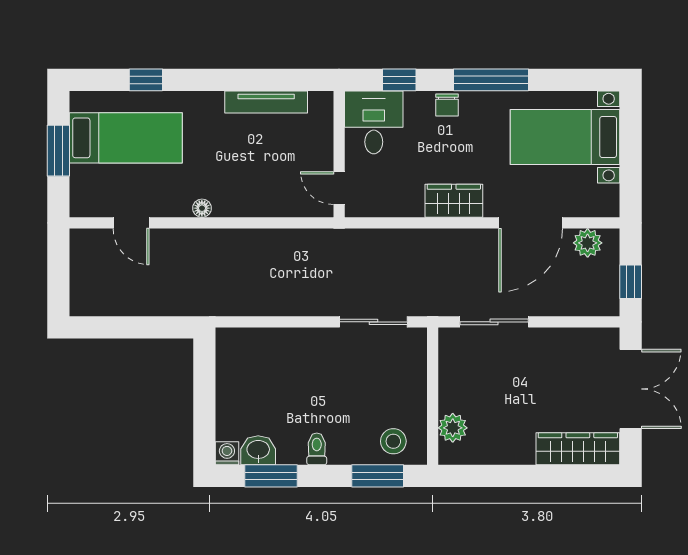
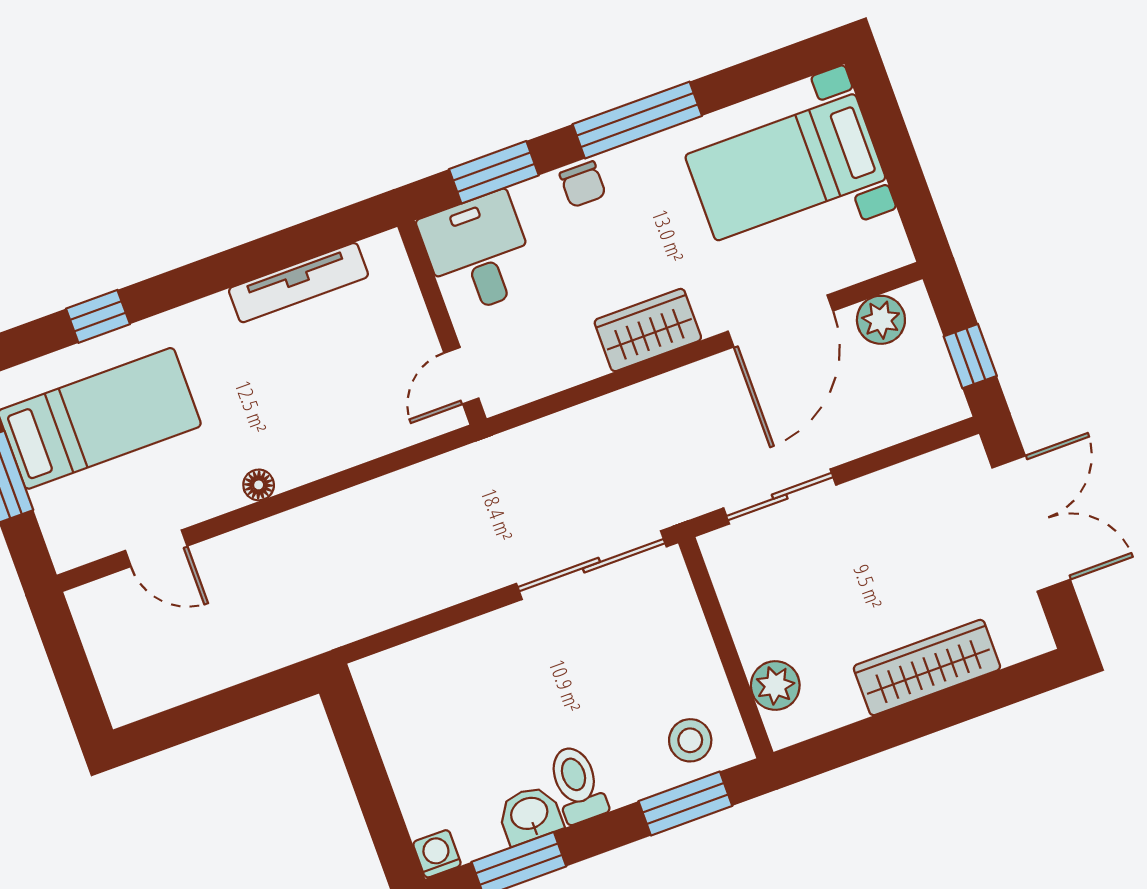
window: (399, 80) -> (494, 172), width x1.50
door: (339, 188) -> (461, 376), hinge flipped
sliding door: (374, 322) -> (591, 565), width x1.37
toilet: (317, 449) -> (577, 784), width x1.37, depth x1.39
wardrobe: (578, 449) -> (927, 668), moved
washbasin: (258, 450) -> (530, 815), moved

